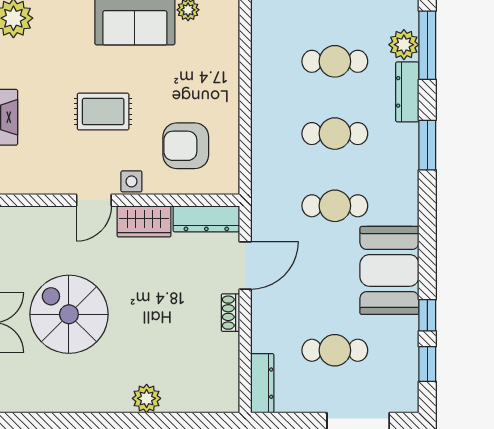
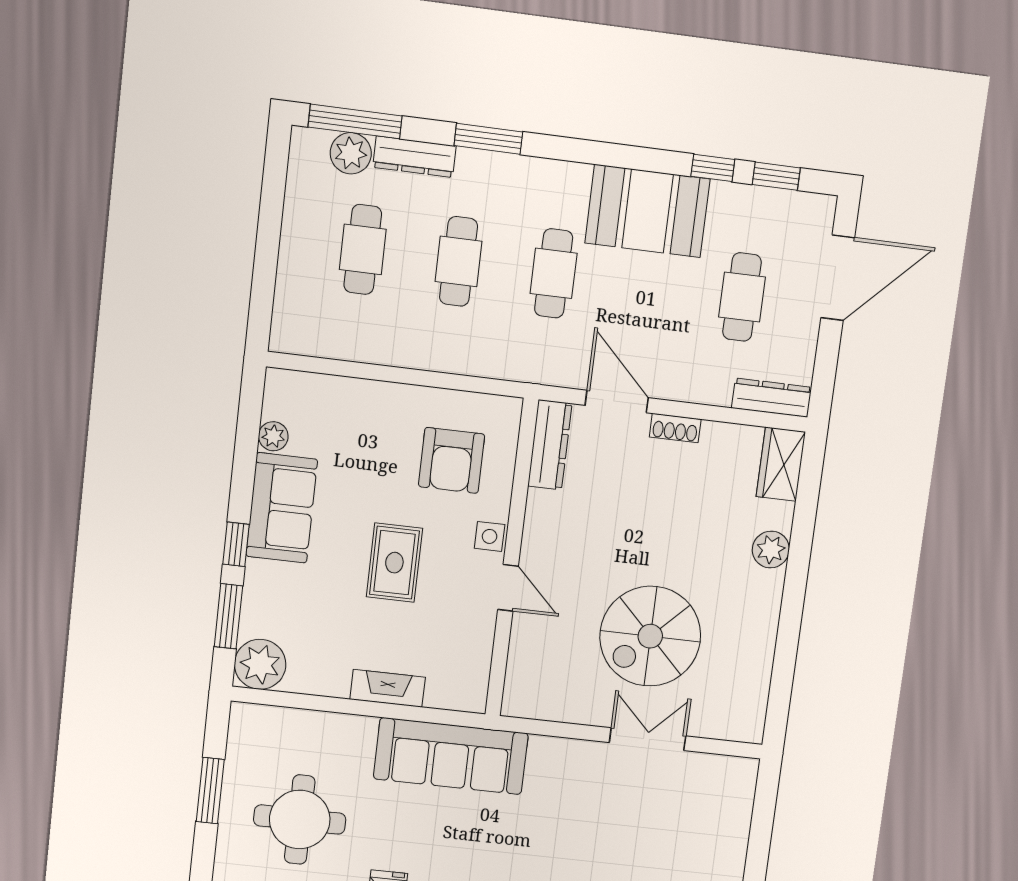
wardrobe: (144, 221) -> (781, 464), moved, turned 180

